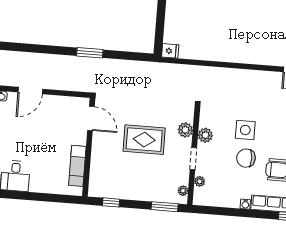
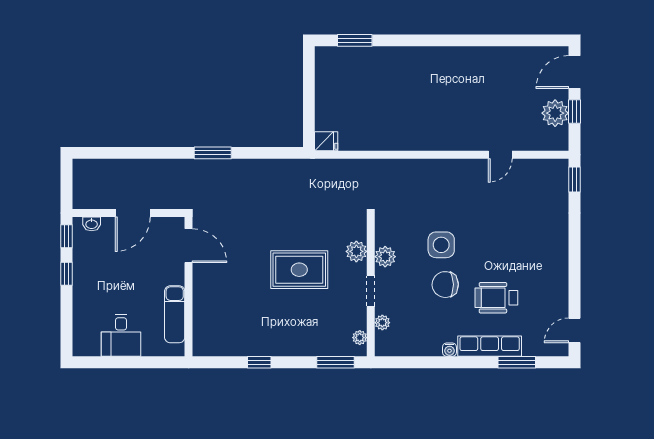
door: (91, 118) -> (189, 246), moved
wall: (89, 147) -> (189, 287), moved
exam couch: (77, 166) -> (175, 314), moved

